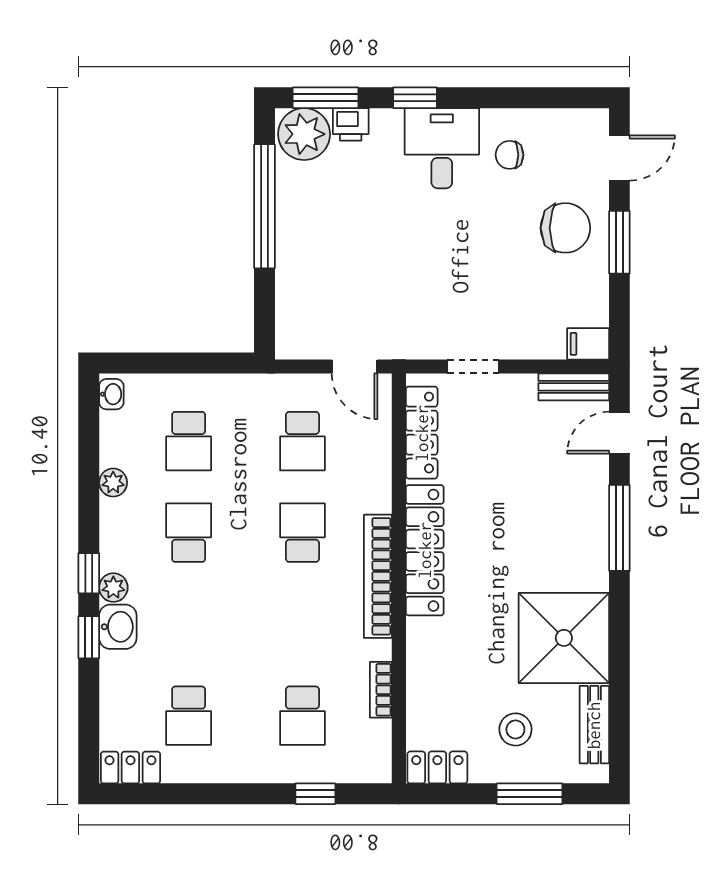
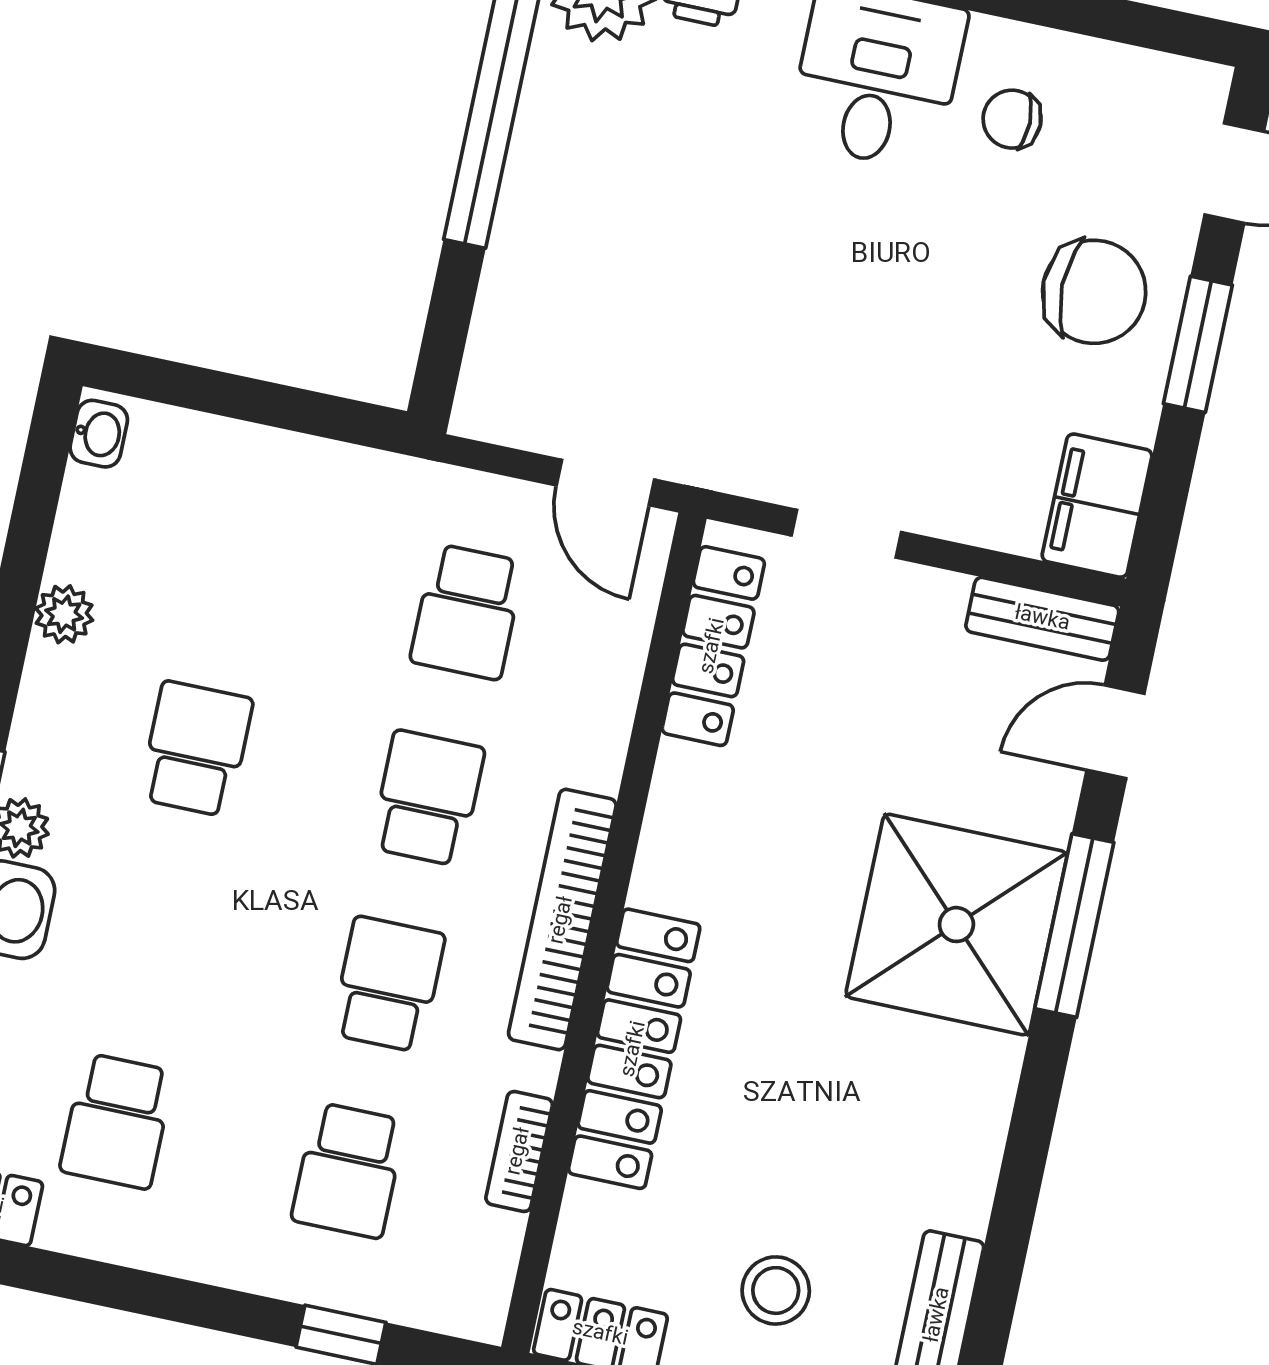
filing cabinet: (588, 344) -> (1097, 506), width x2.00
school desk: (189, 441) -> (388, 984), moved, turned 180
locker: (425, 550) -> (634, 1049), moved
shower: (564, 638) -> (956, 925), moved

